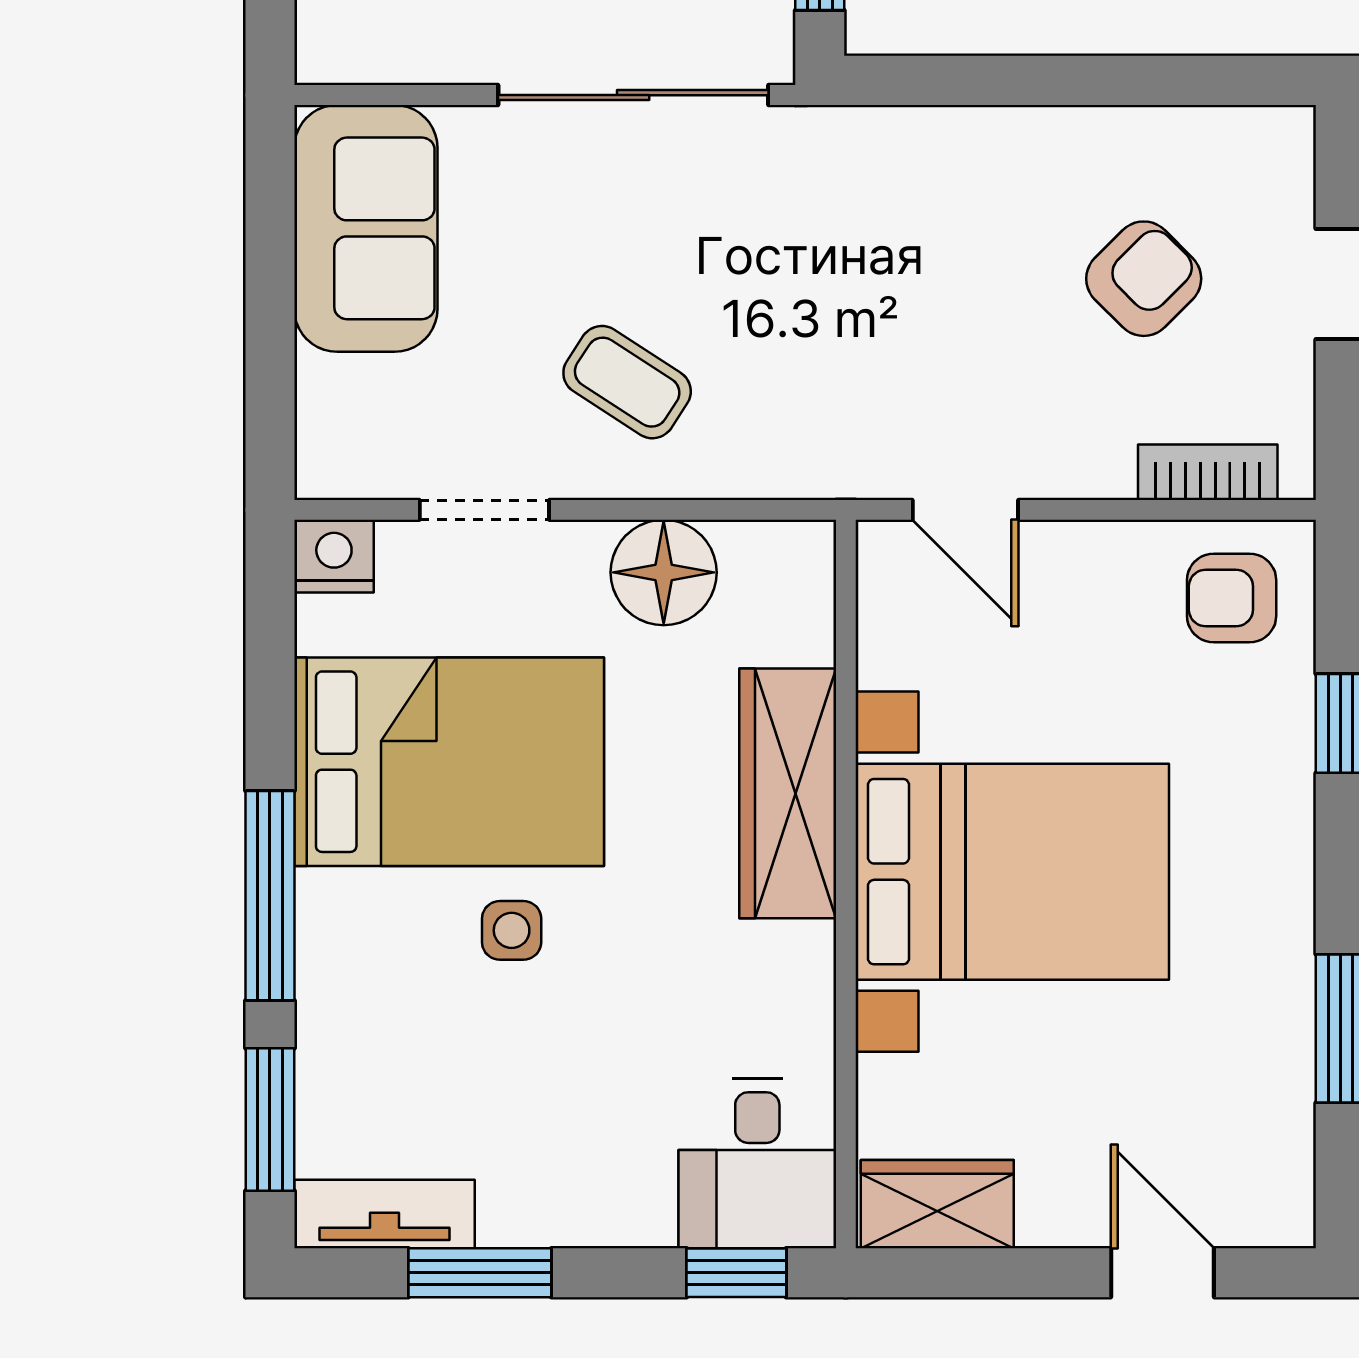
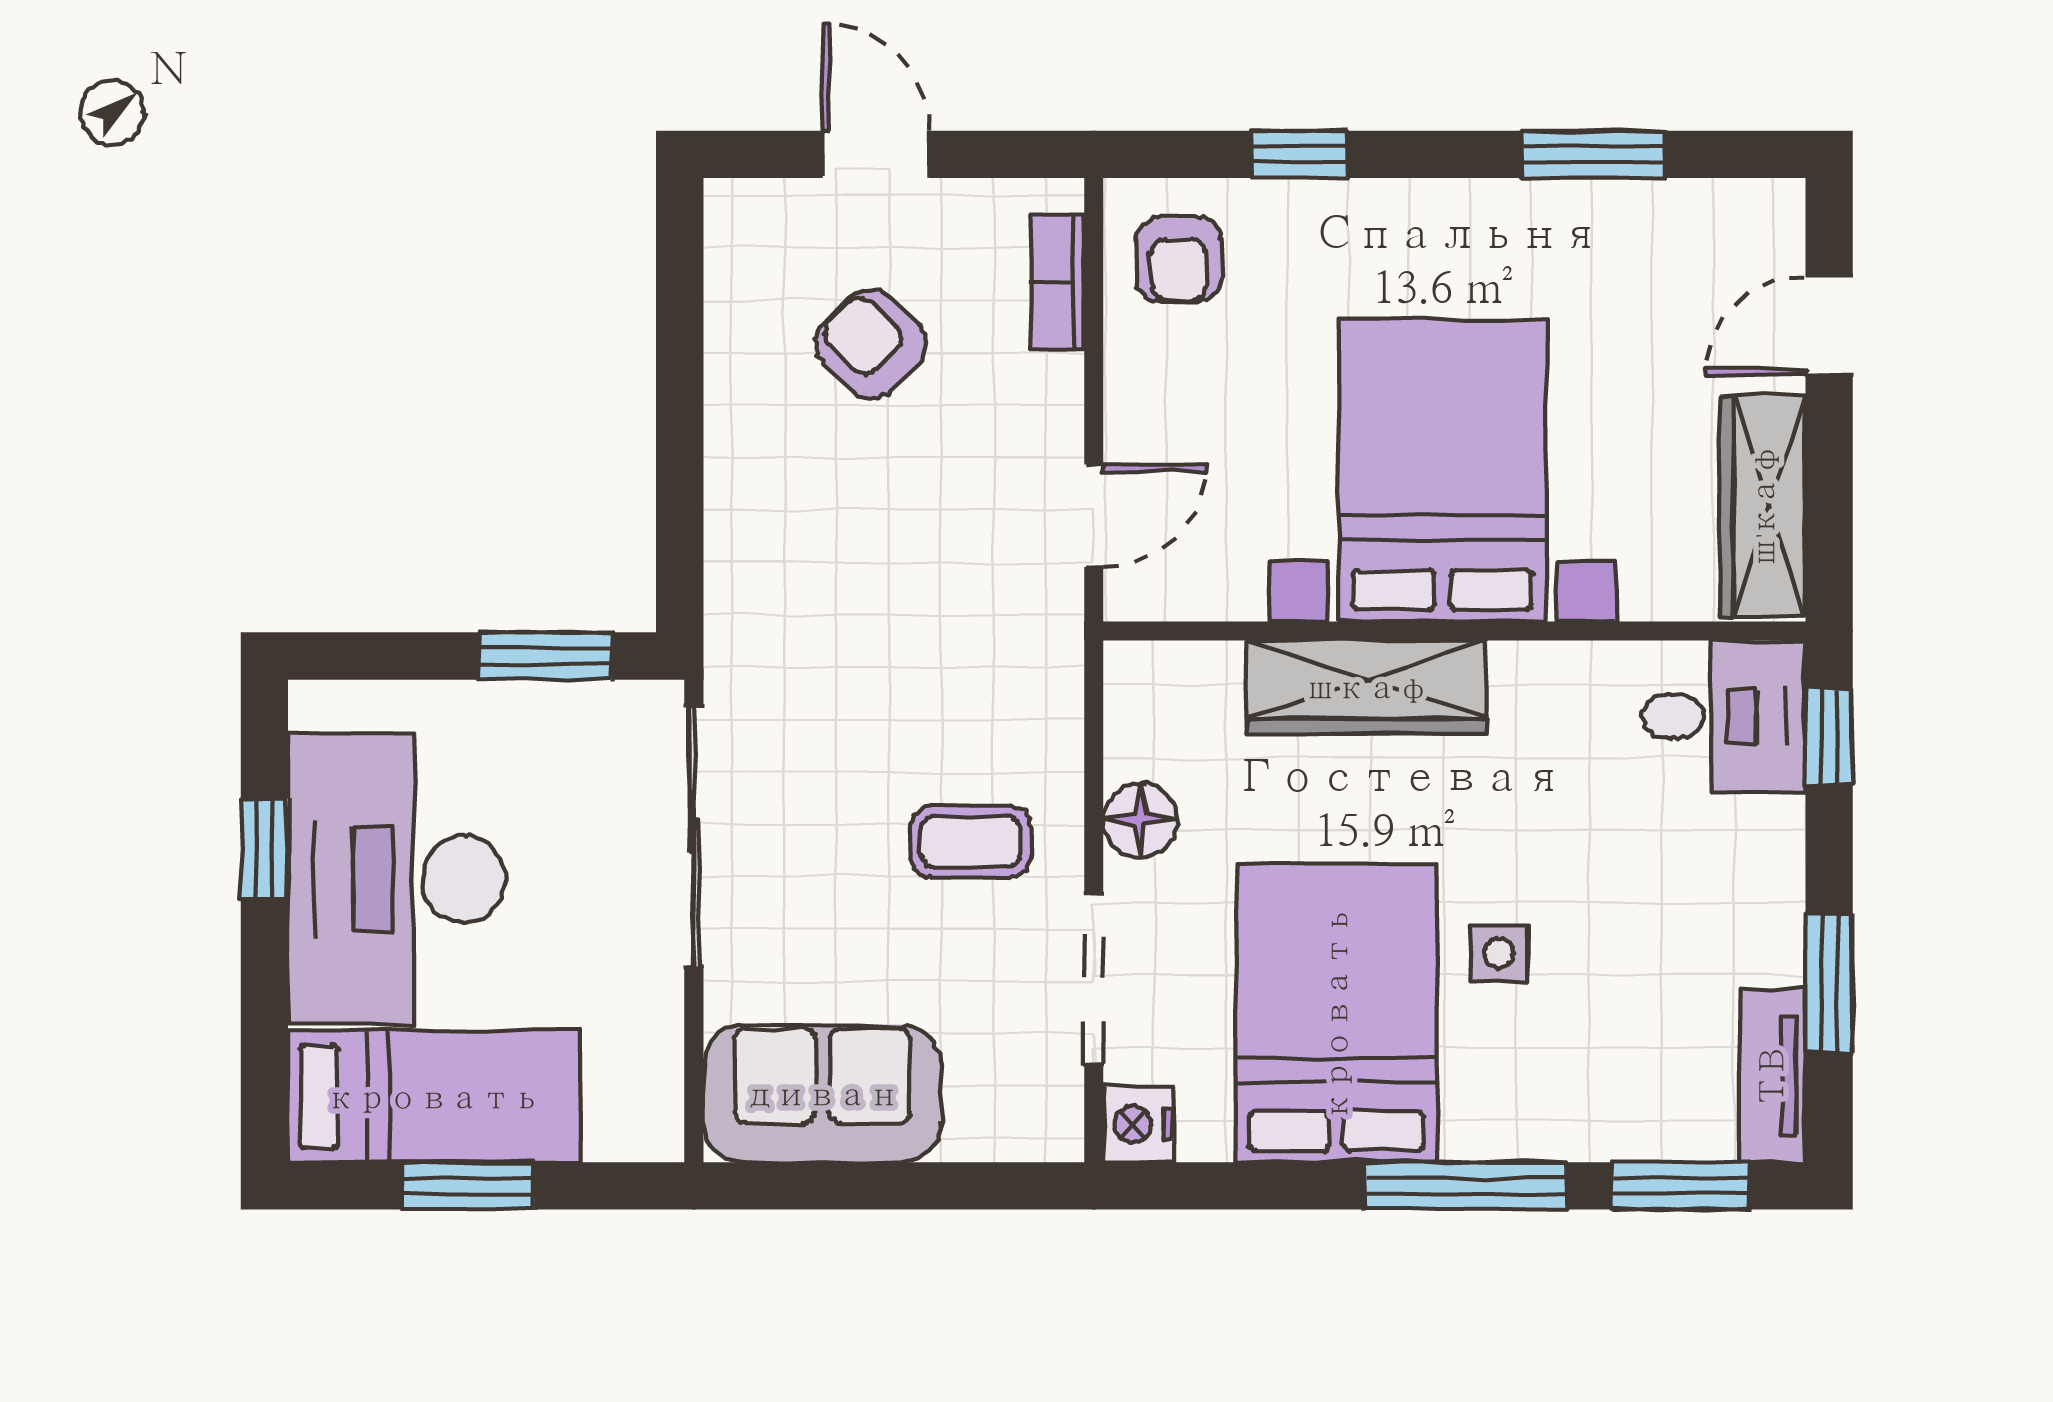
coffee table: (627, 382) -> (971, 842), turned 57
doorway: (484, 510) -> (1094, 979), width x1.38
floor lamp: (664, 572) -> (1140, 820), width x0.73, depth x0.73
wardrobe: (937, 1204) -> (1763, 506), width x1.50

